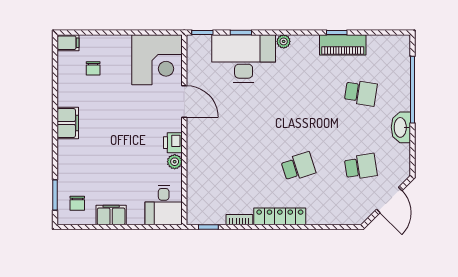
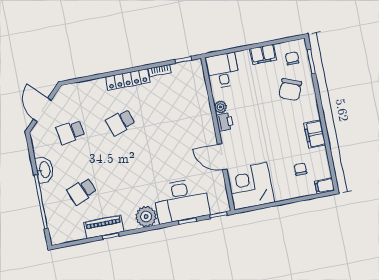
plant: (284, 41) -> (146, 217), width x1.88, depth x1.88
school desk: (361, 93) -> (82, 191), turned -30
filing cabinet: (68, 123) -> (315, 134), moved
chair: (87, 166) -> (290, 90), added

